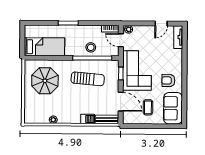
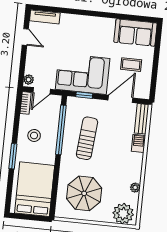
bed: (44, 47) -> (35, 189), width x1.50
stool: (91, 47) -> (34, 135), moved
armchair: (168, 80) -> (99, 35), removed
plant: (32, 112) -> (123, 214), added

